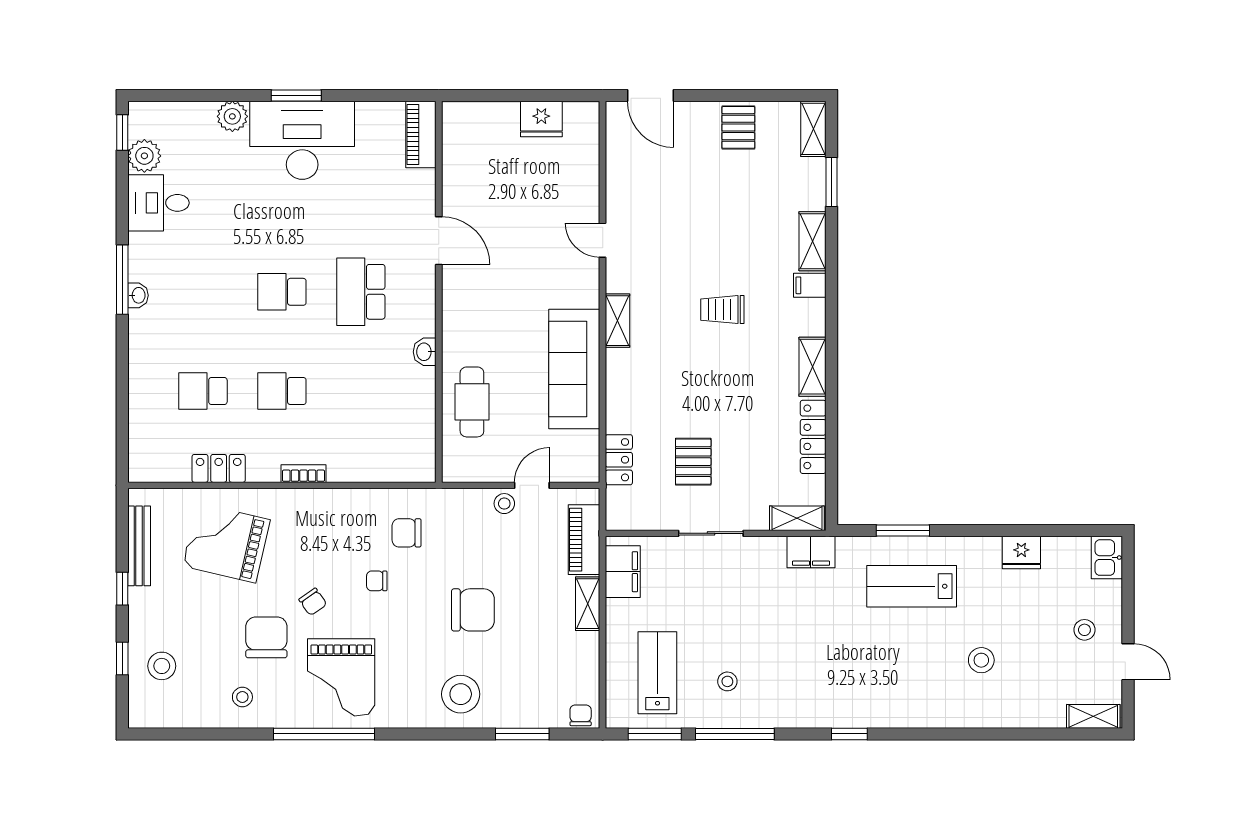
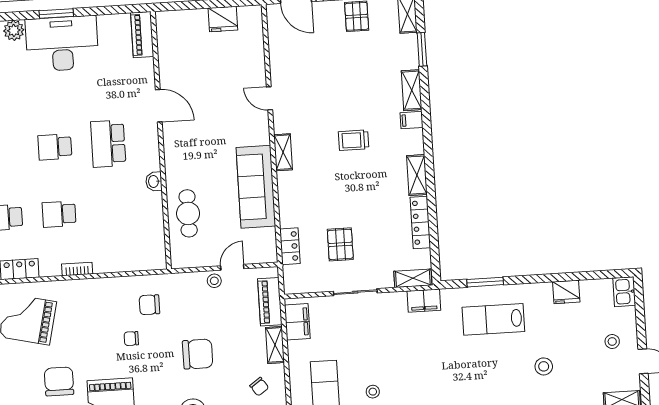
chair: (313, 602) -> (259, 387), moved

